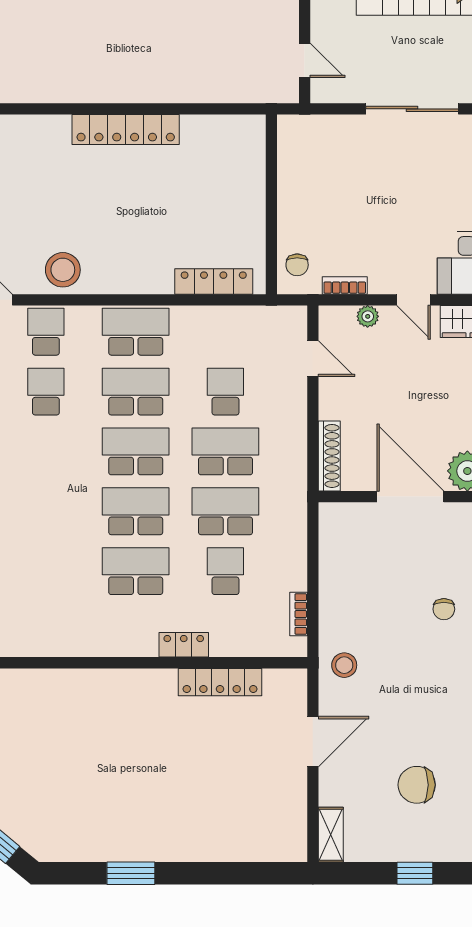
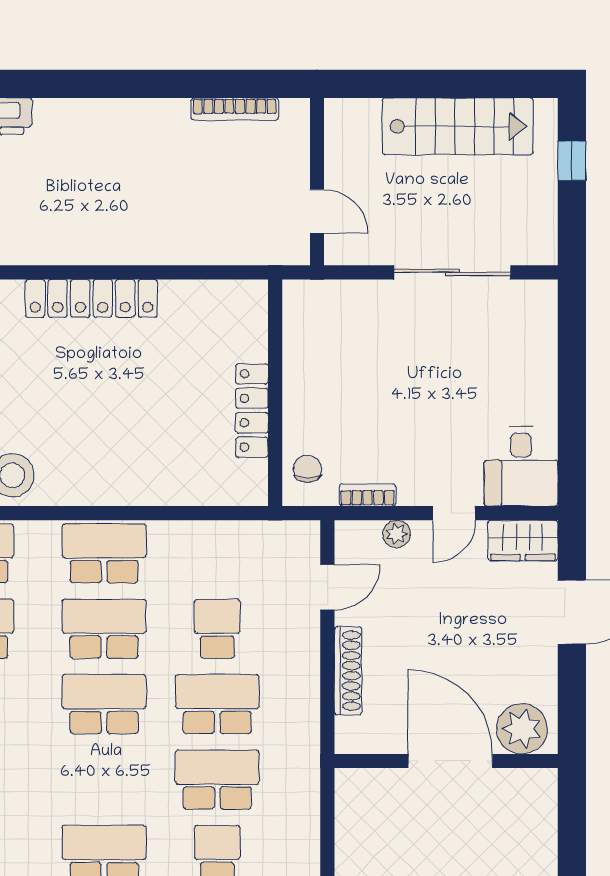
chair: (297, 265) -> (307, 469), turned 180
locker: (214, 282) -> (252, 411), moved, turned -90
door: (413, 300) -> (454, 513), hinge flipped
door: (313, 359) -> (327, 587), hinge flipped
shoe rack: (329, 456) -> (348, 671), moved
school desk: (136, 511) -> (104, 780), removed

